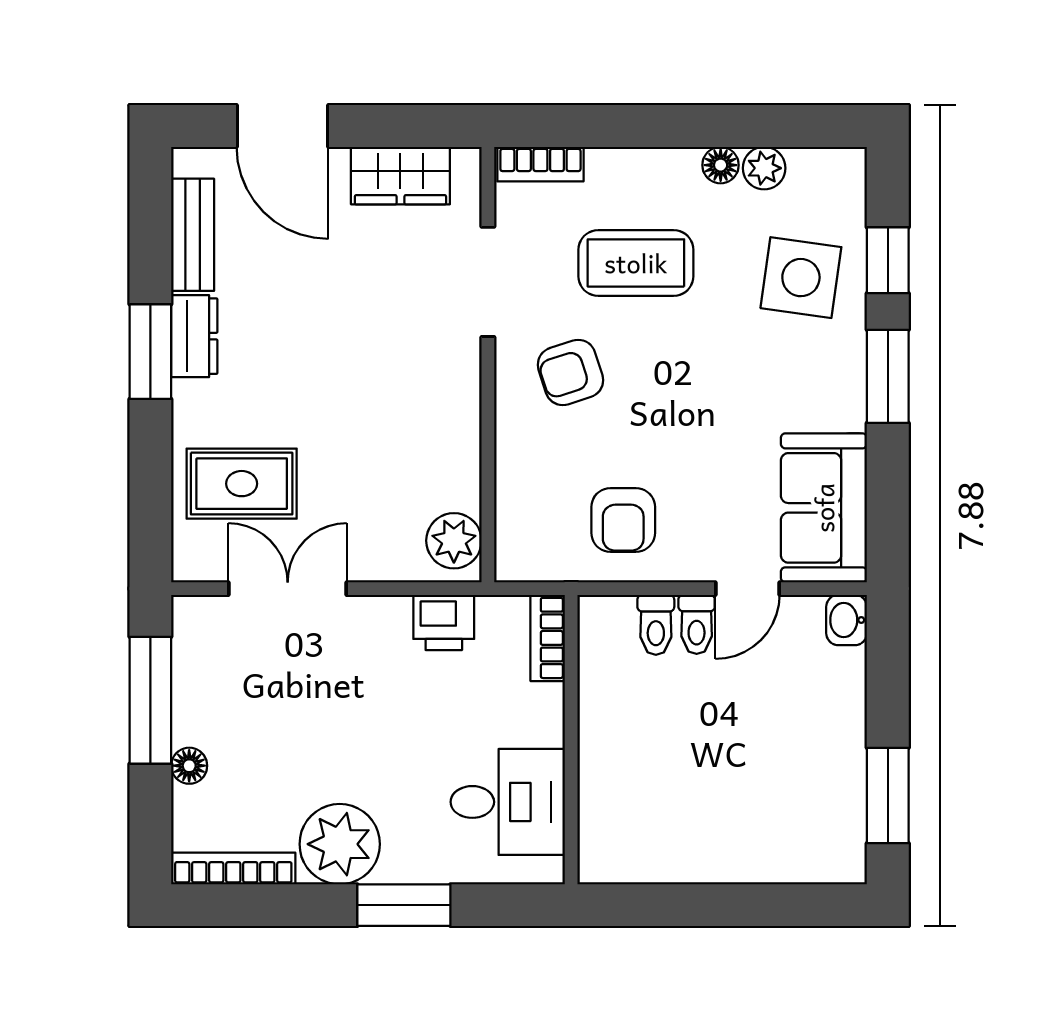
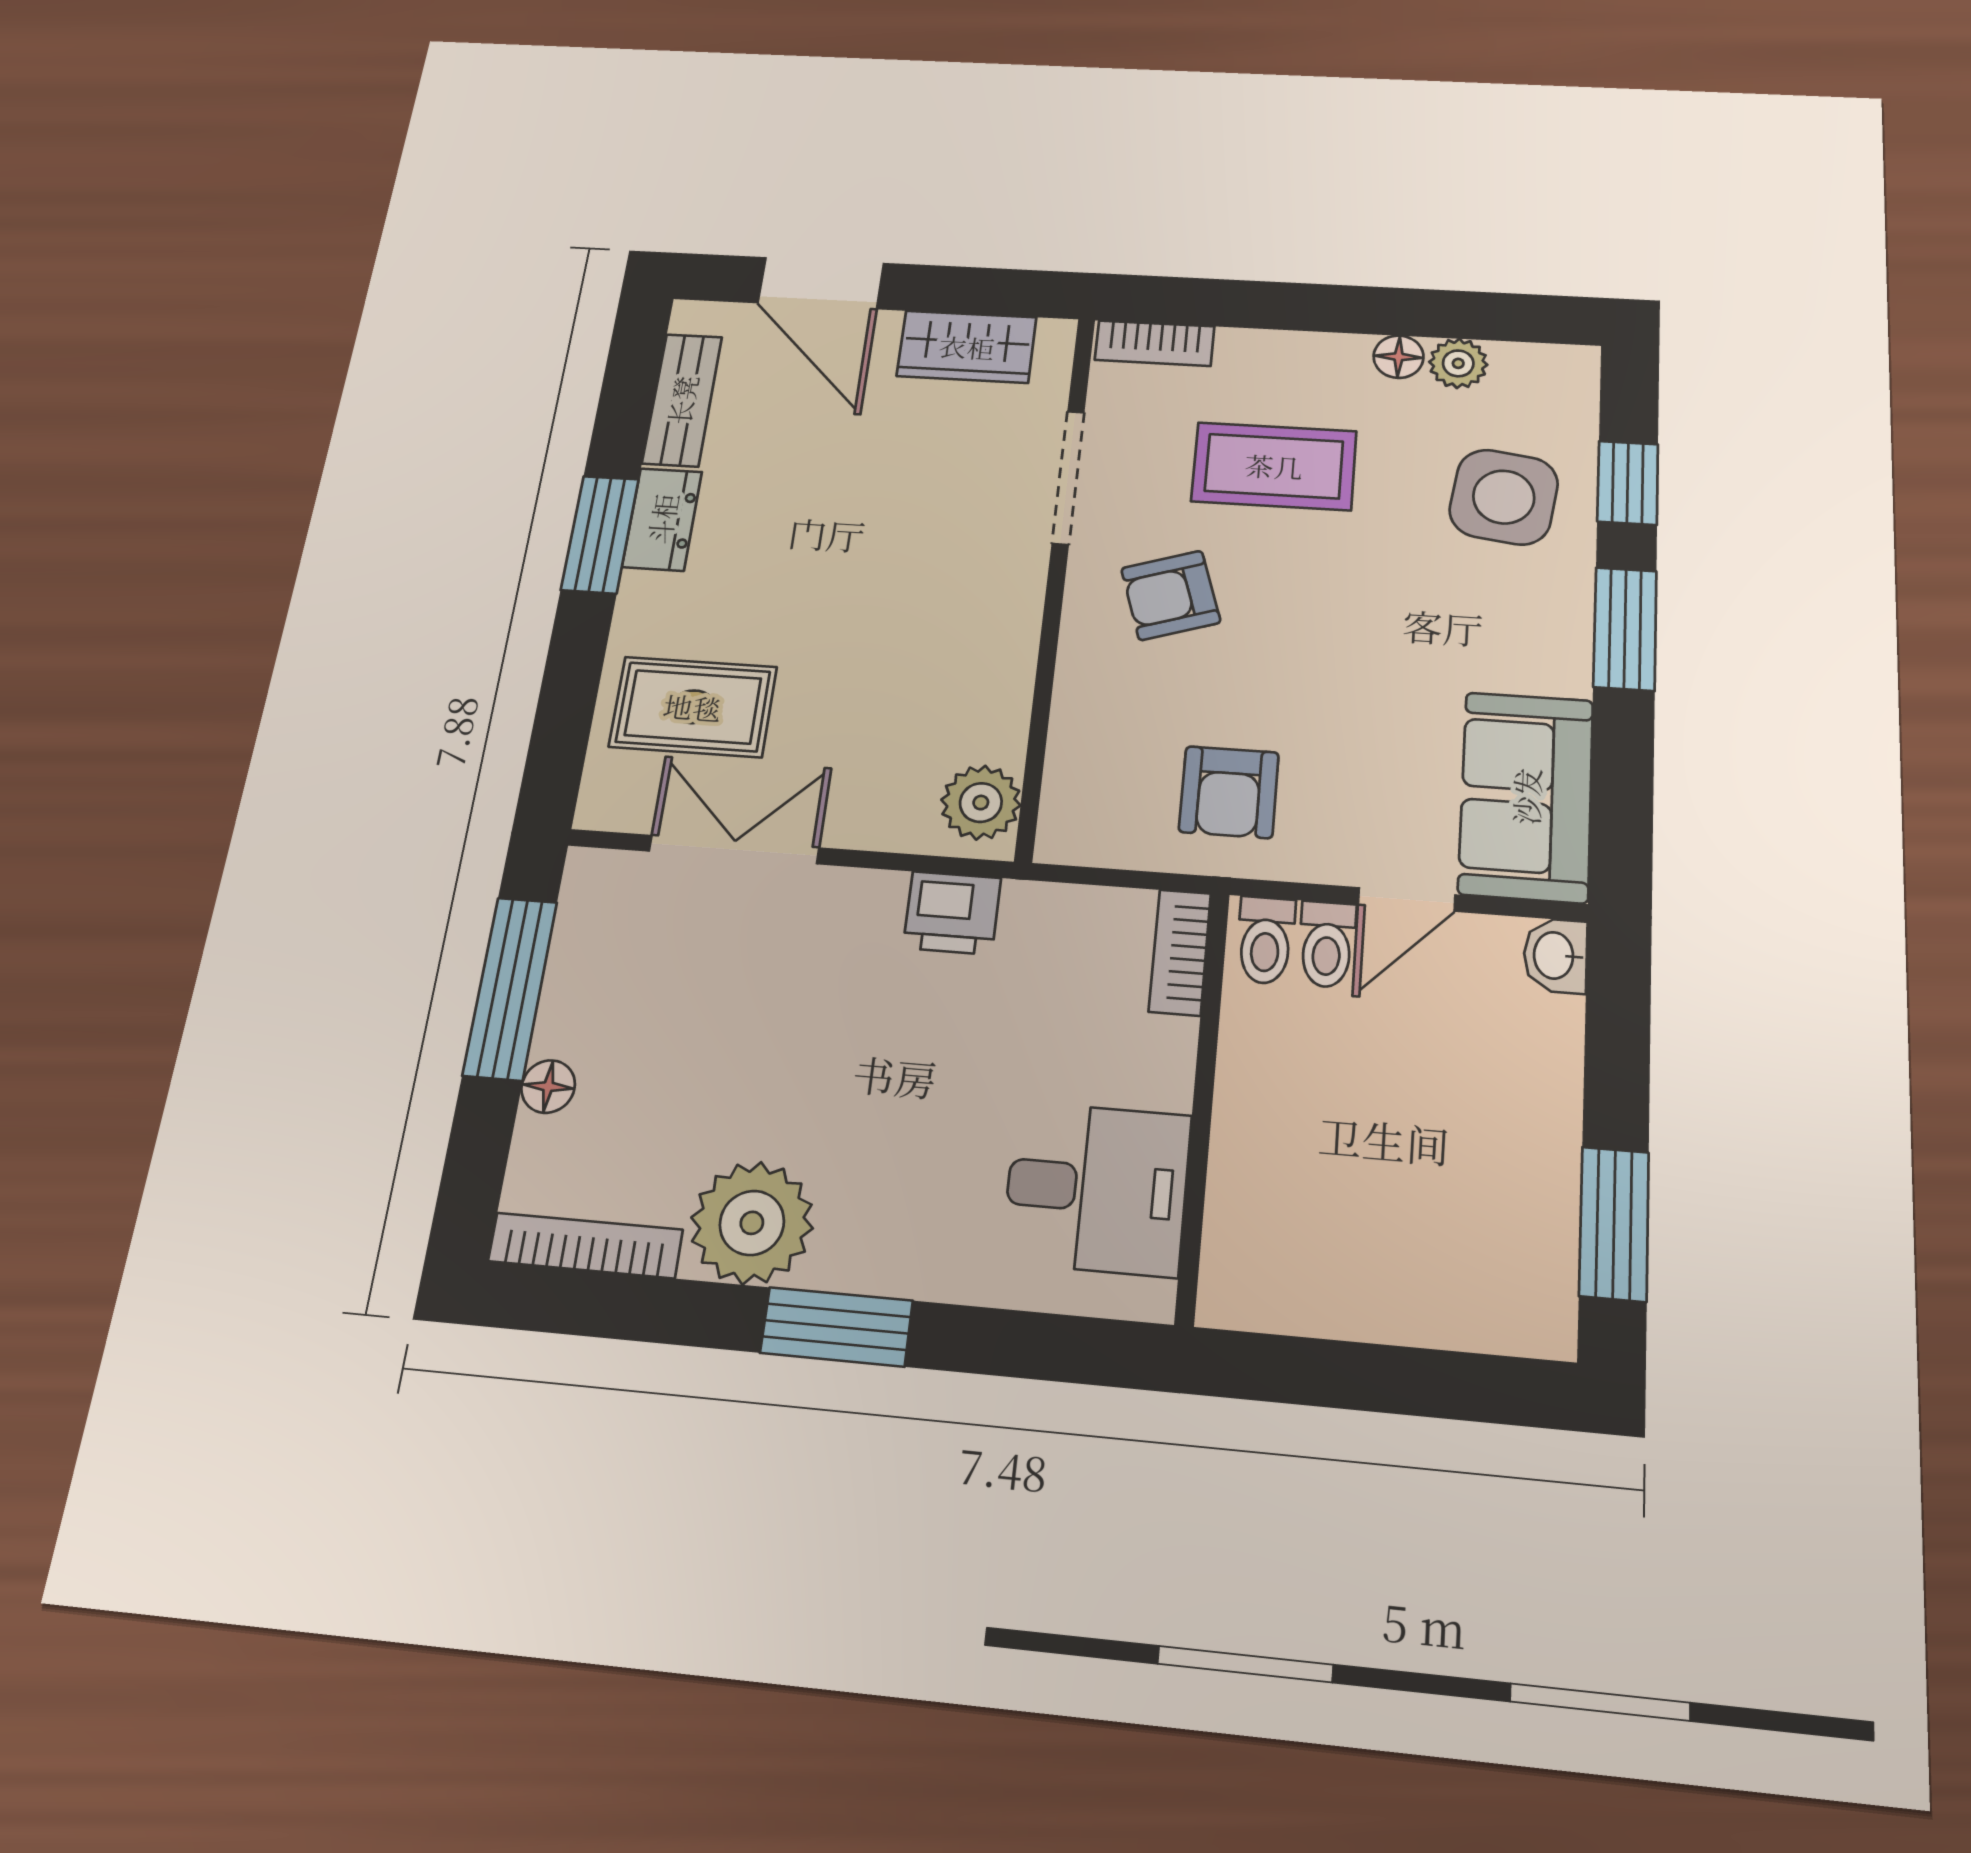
bookcase: (548, 638) -> (1180, 952), moved
wall: (571, 740) -> (1203, 1103), moved
desk: (508, 802) -> (1096, 1188), moved

